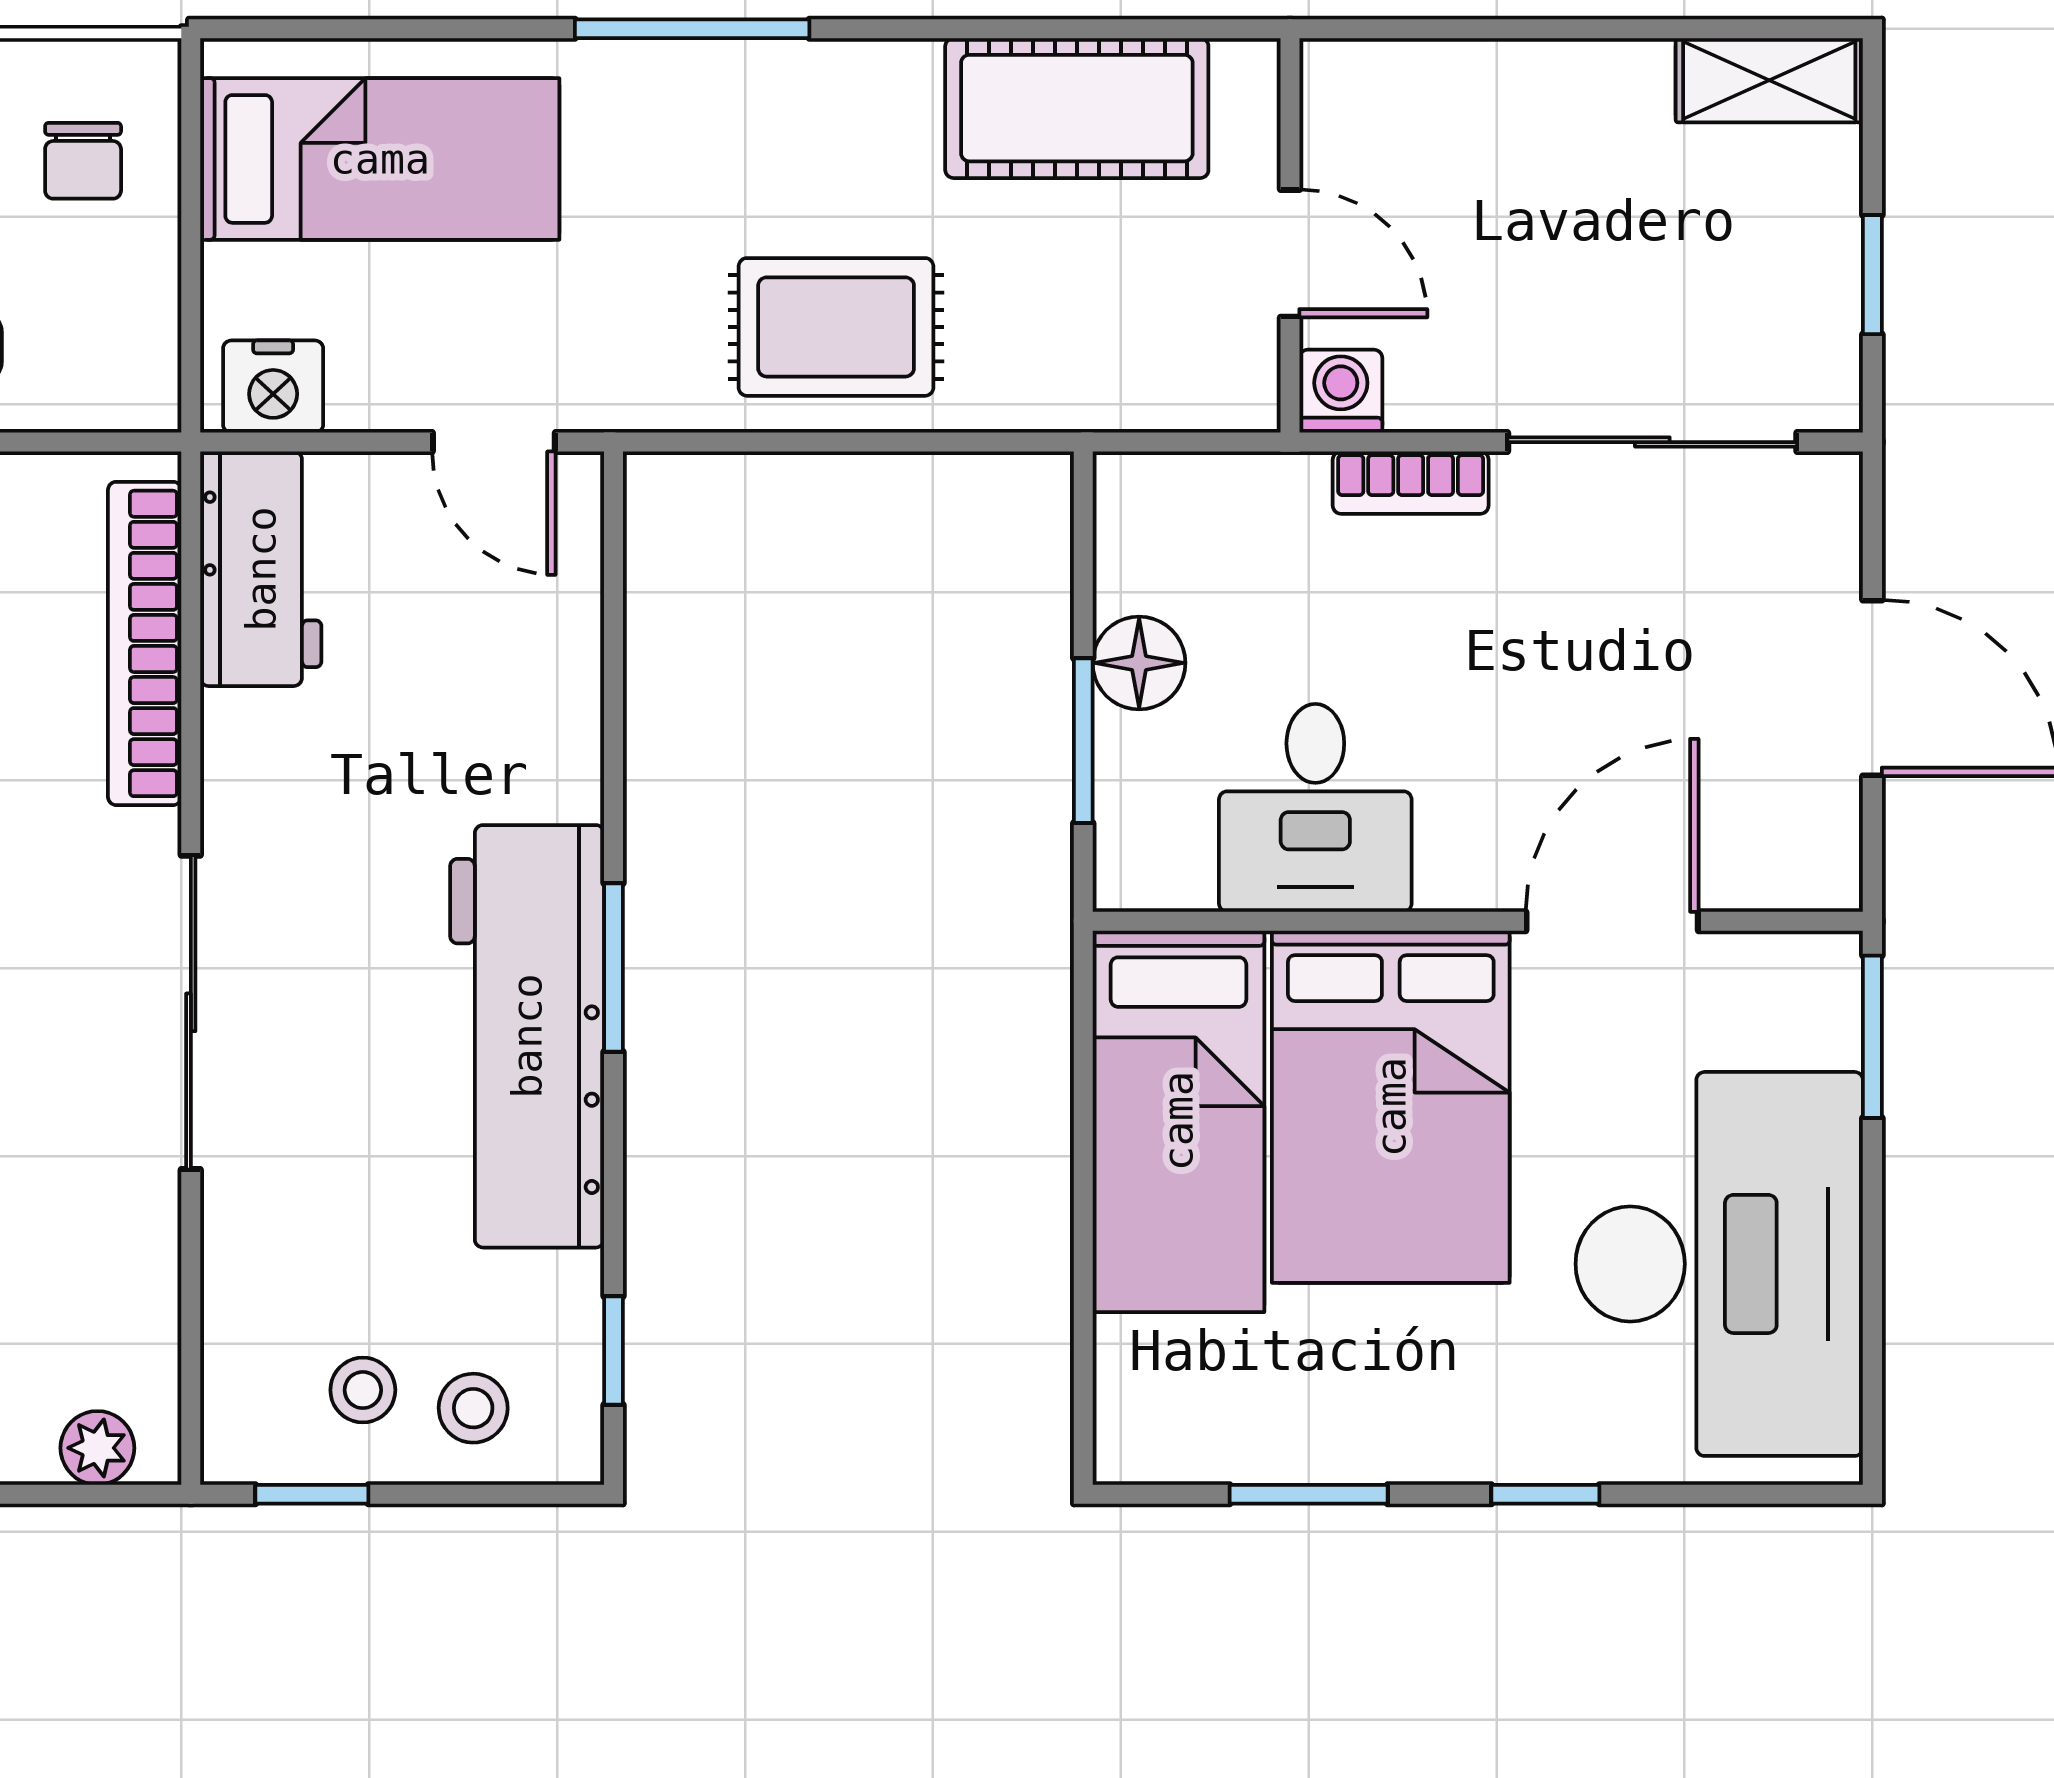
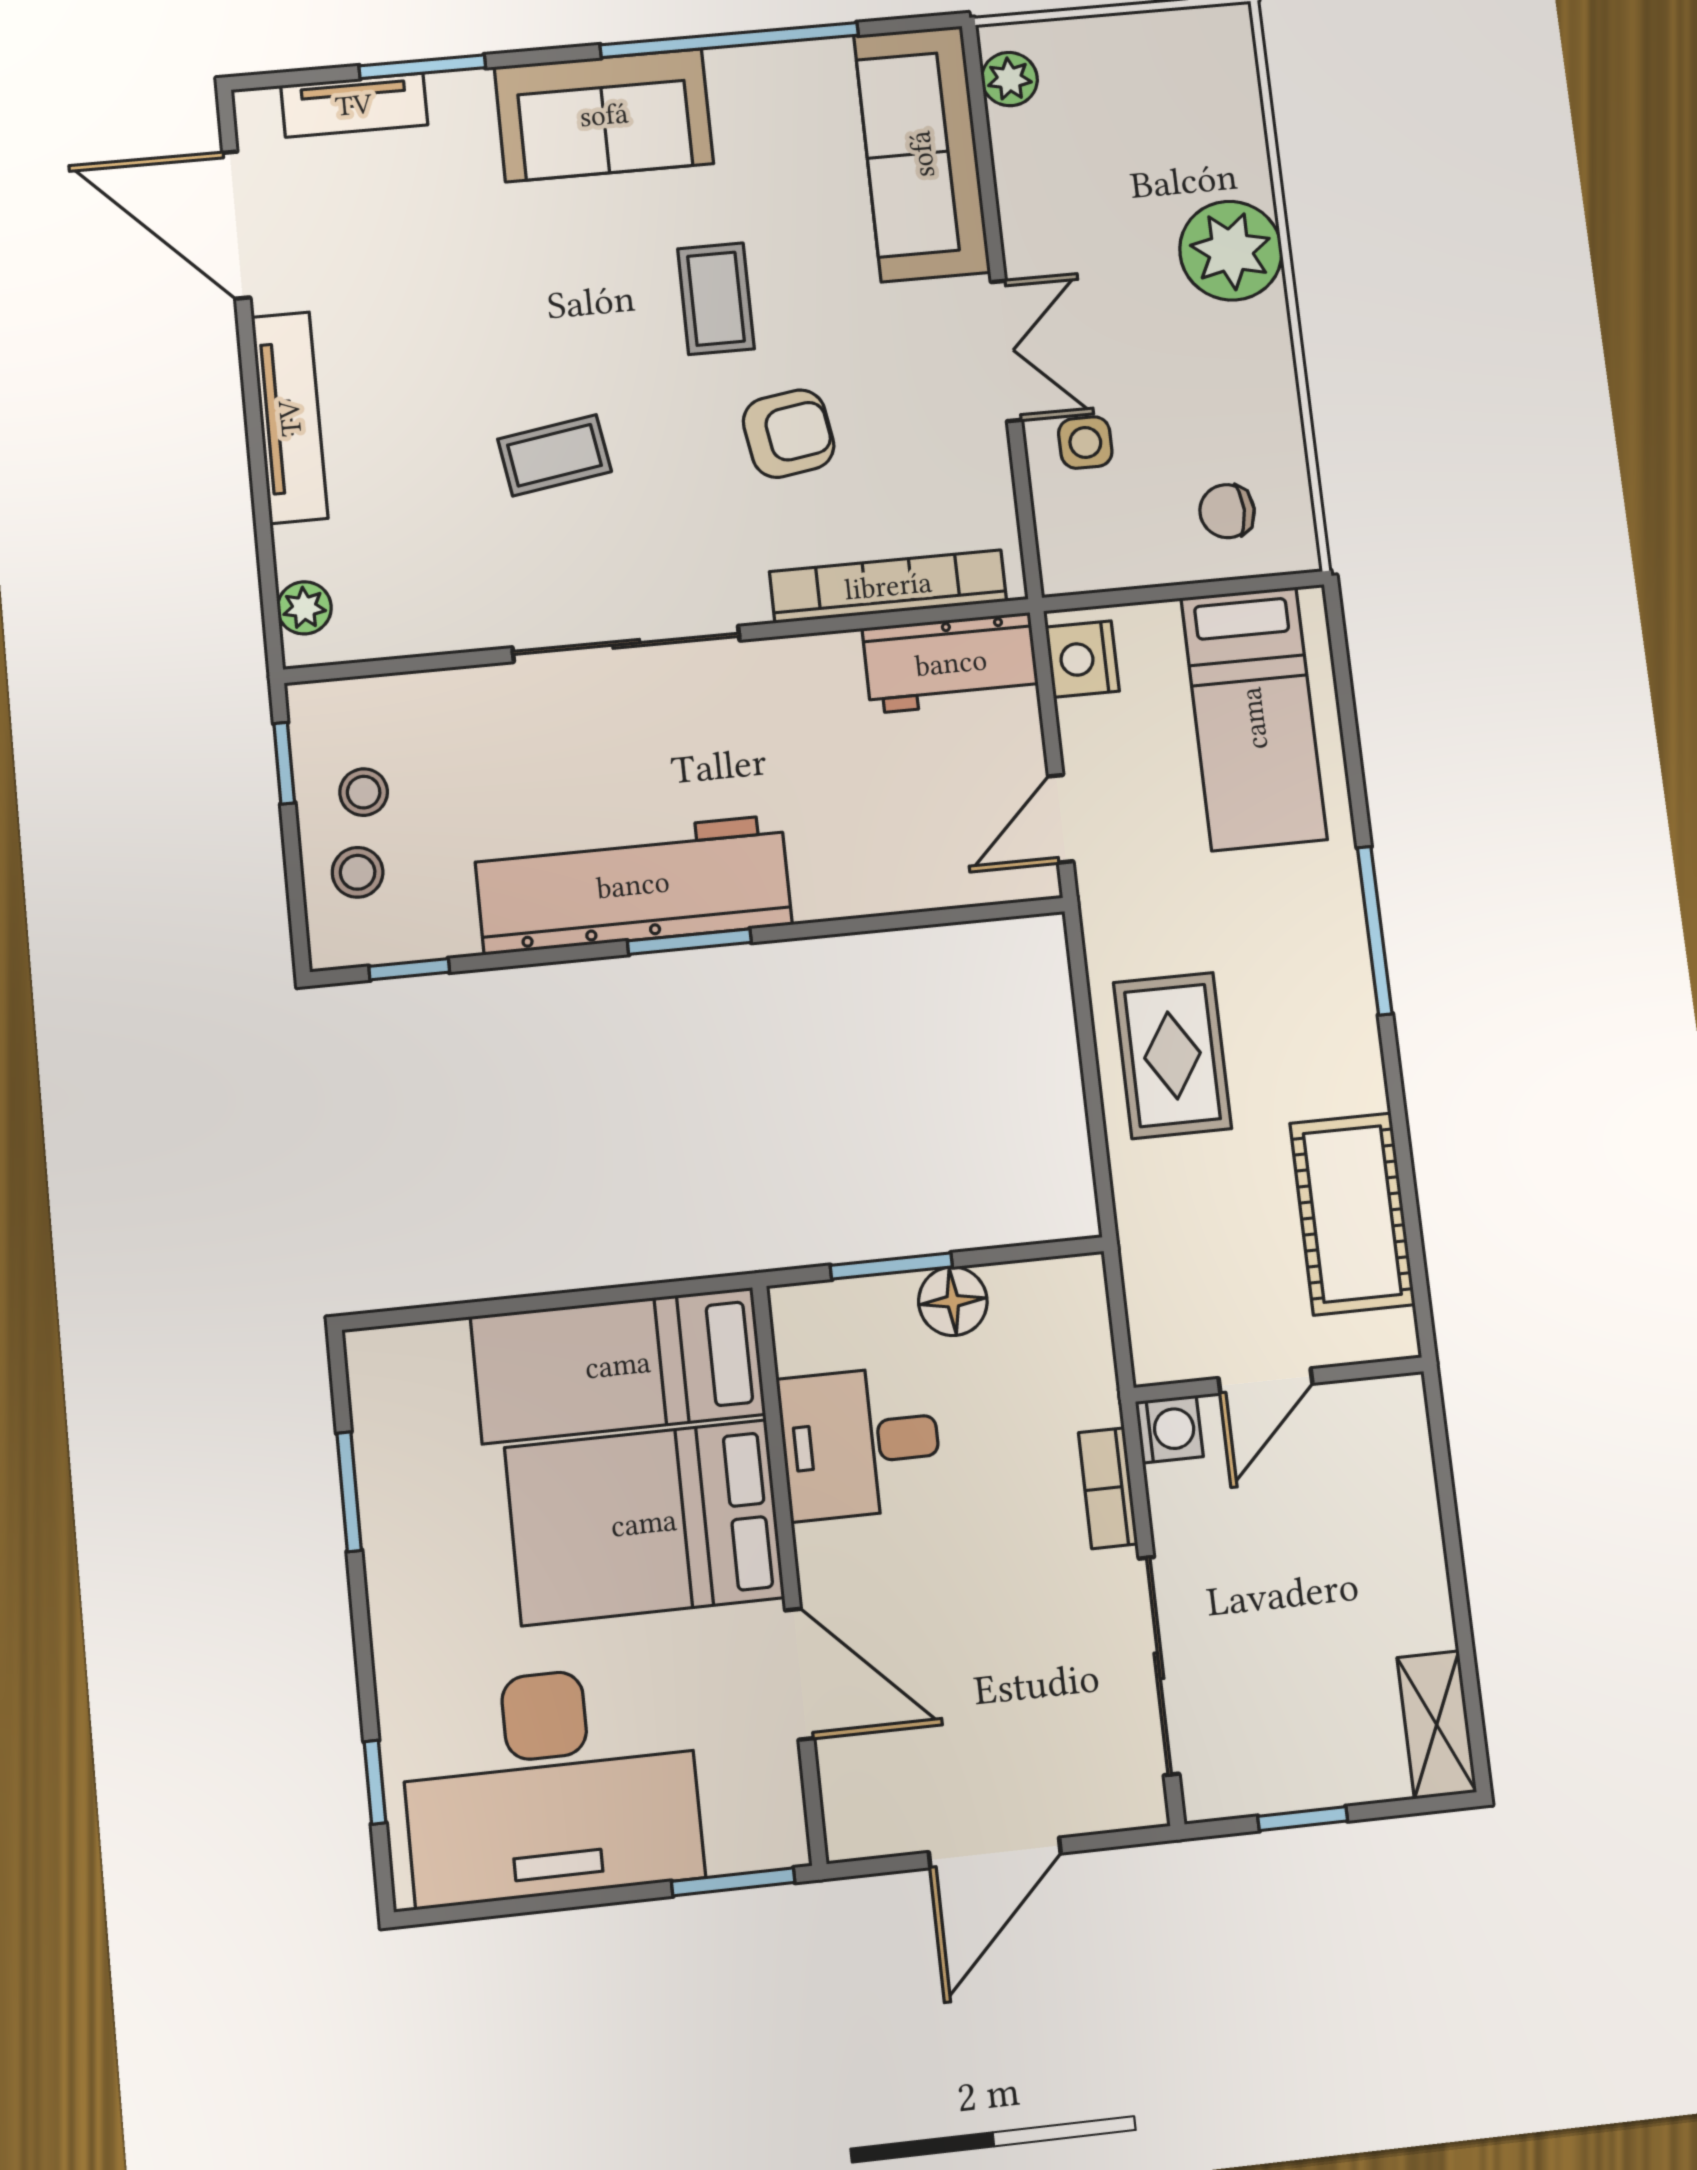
window: (1545, 1494) -> (375, 1782), moved

